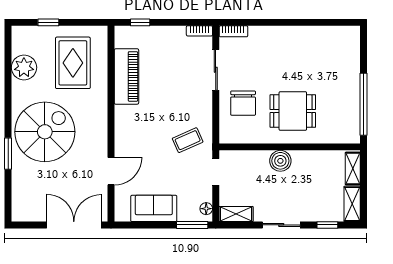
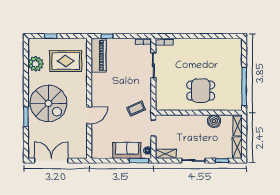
rug: (73, 63) -> (66, 61), turned 90
piano: (126, 76) -> (99, 55), moved
chair: (243, 103) -> (170, 86), removed
spiral stairs: (45, 132) -> (48, 103), turned 90
boiler: (280, 161) -> (214, 121), moved
door: (111, 171) -> (89, 115), moved
sofa: (154, 208) -> (127, 150), moved
double door: (74, 225) -> (51, 161), moved

